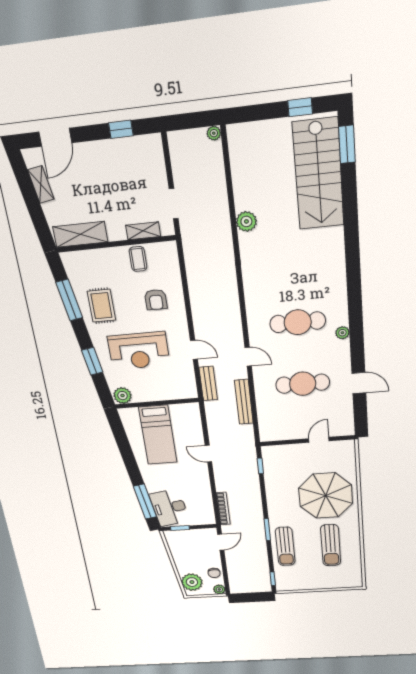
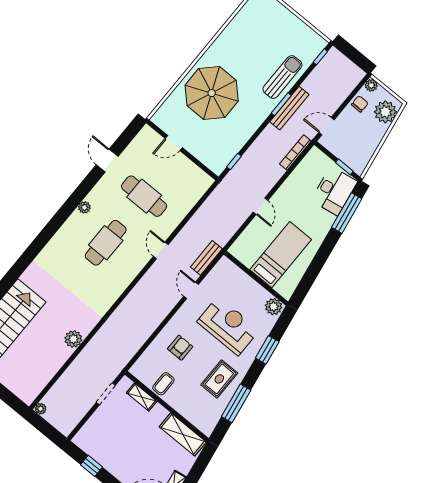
cafe table: (298, 322) -> (106, 243), turned 90
bench: (244, 402) -> (289, 108), moved
sun lounger: (331, 545) -> (248, 47), removed

